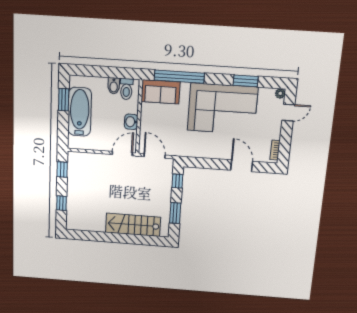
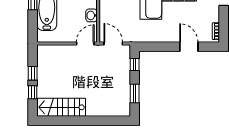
window: (62, 170) -> (33, 73), moved
stairs: (133, 225) -> (61, 107), moved

